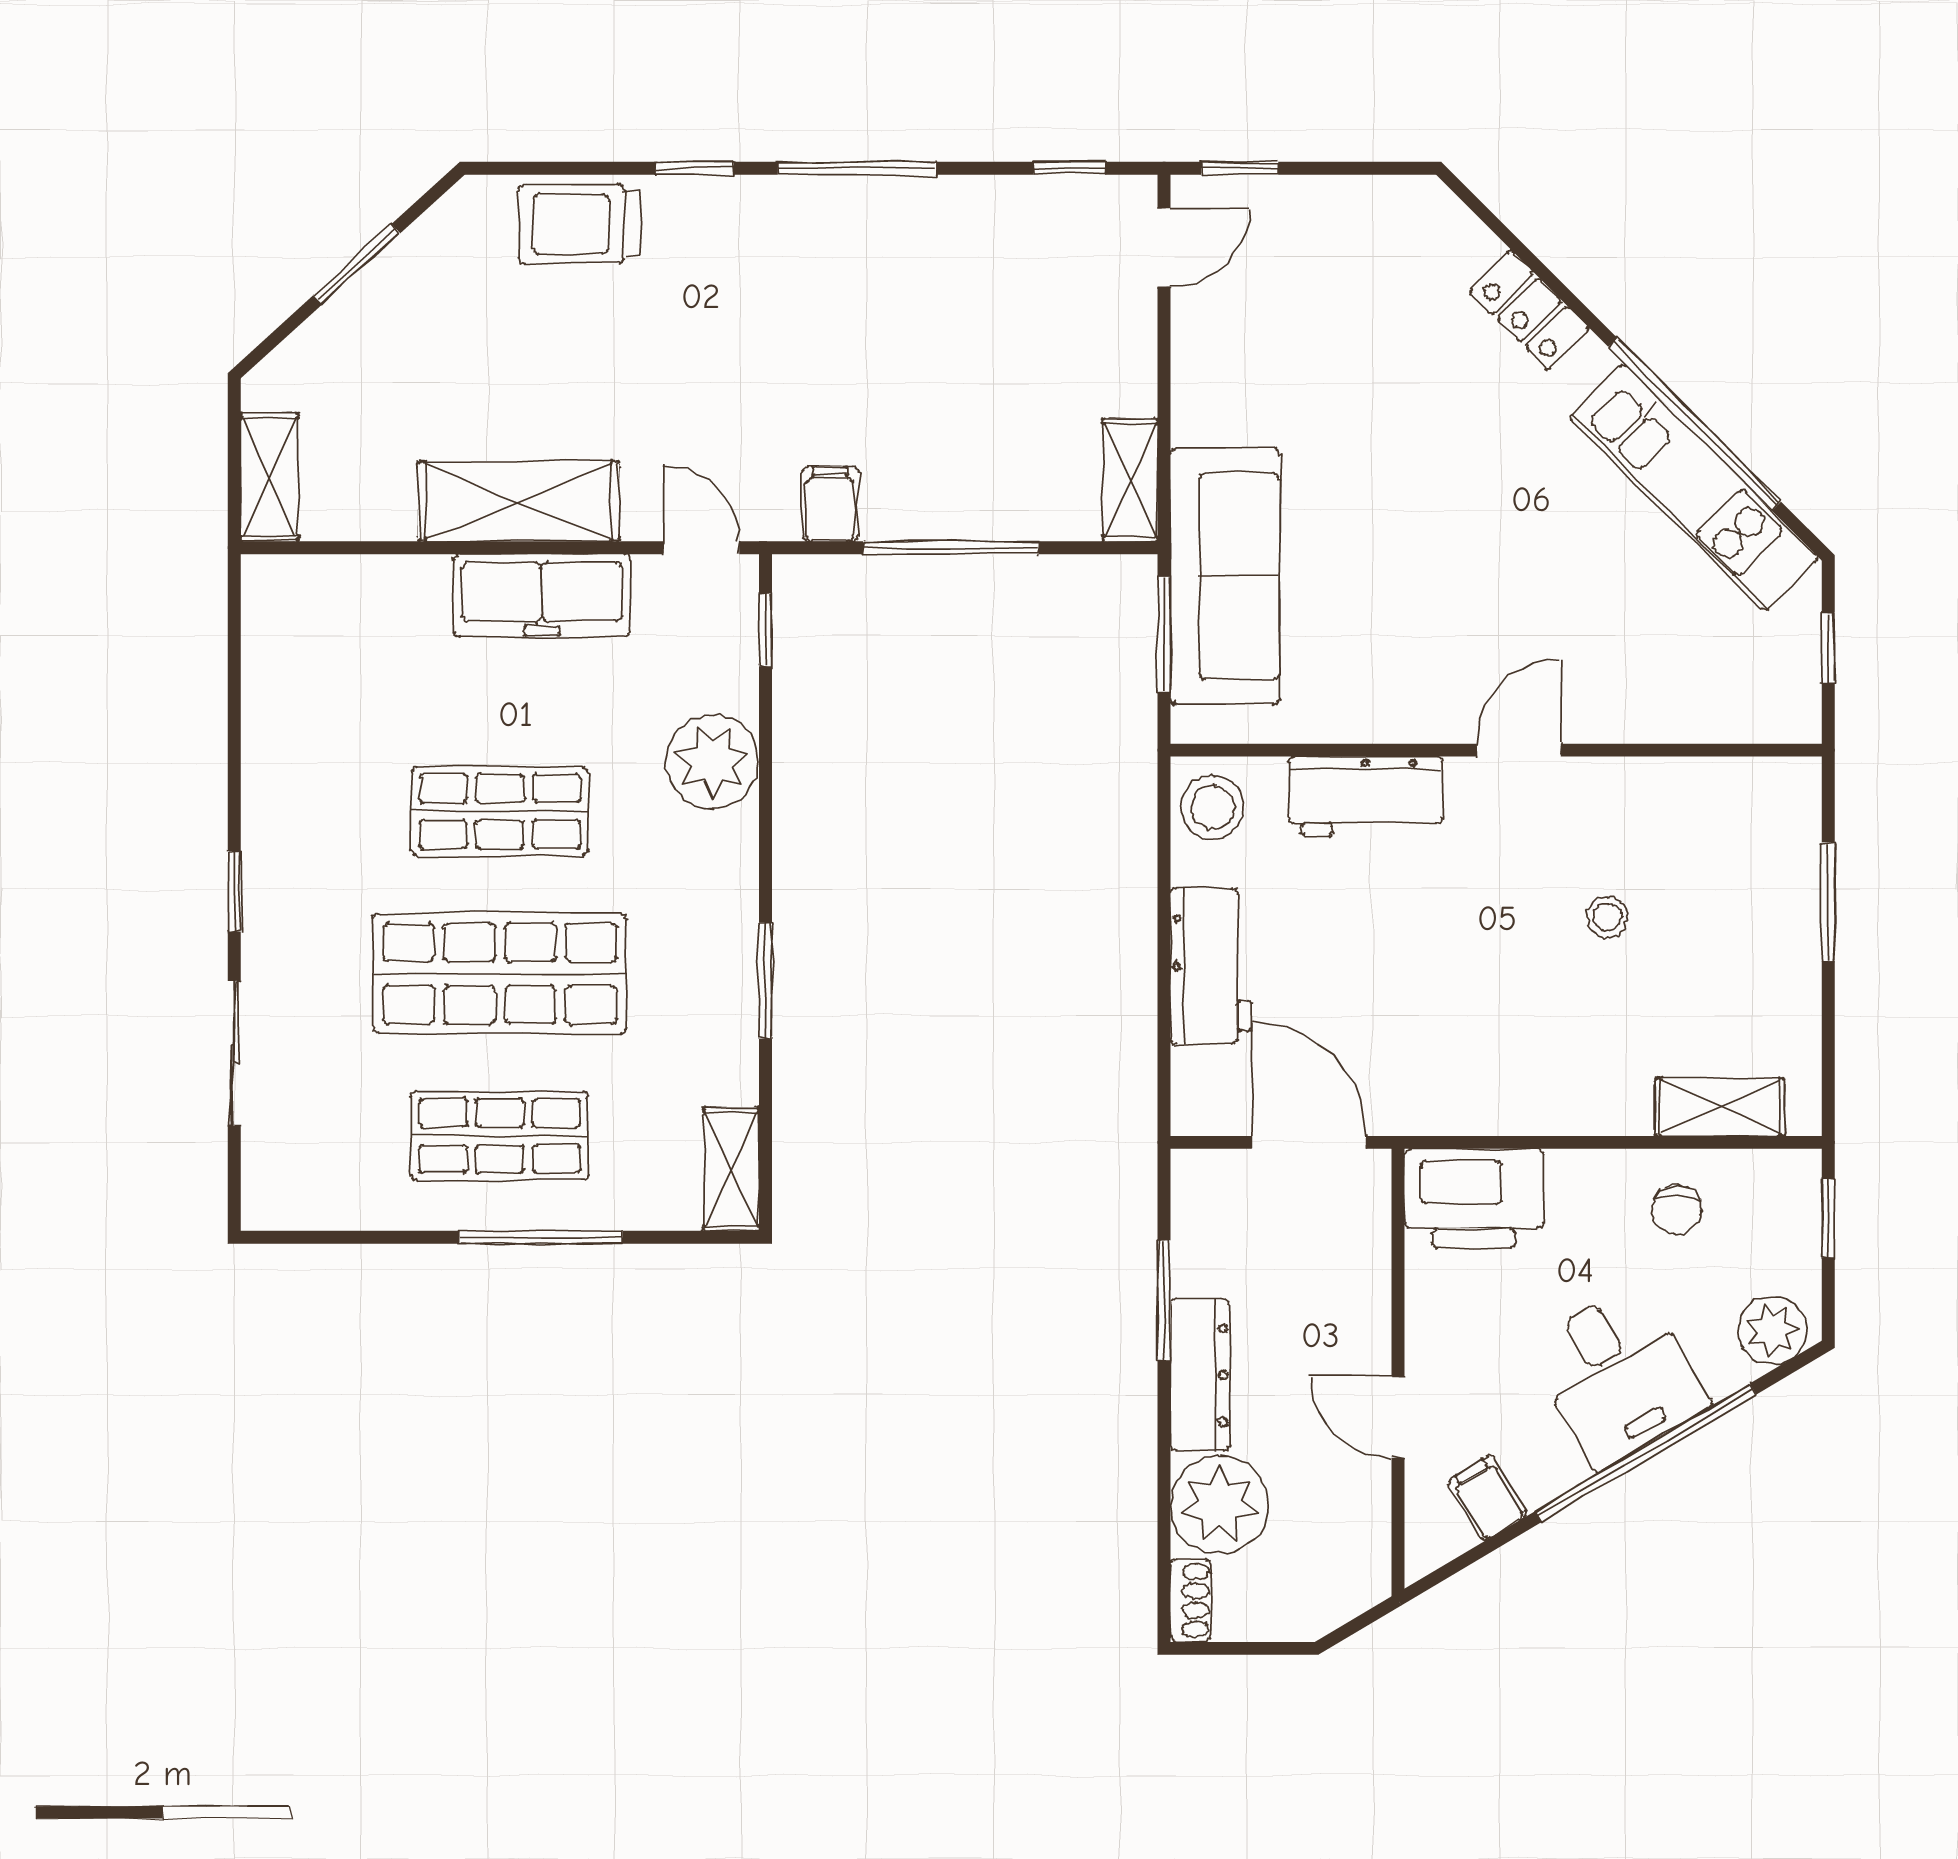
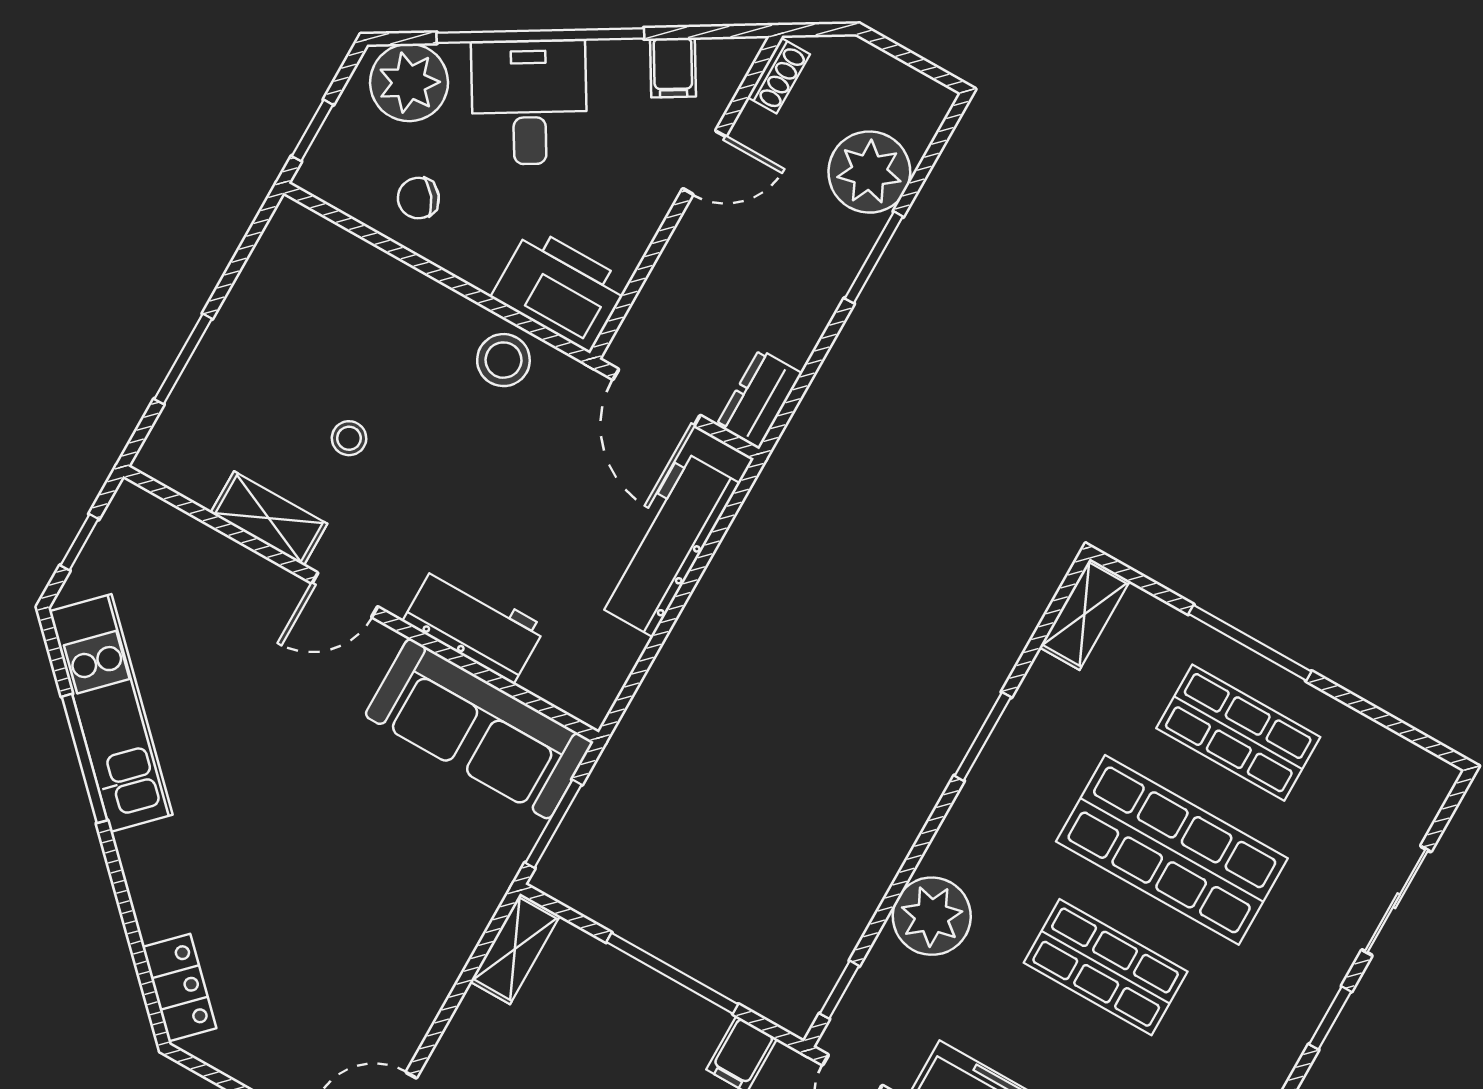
locker: (1529, 310) -> (179, 988), moved
window: (1695, 424) -> (84, 758), width x0.68
sofa: (1225, 576) -> (479, 729), moved, turned -90
stool: (1212, 807) -> (503, 360), moved
workbench: (1210, 966) -> (667, 544), width x1.38
shelving: (1720, 1107) -> (269, 518), moved
chair: (1677, 1210) -> (418, 198), turned -127
window: (1164, 1300) -> (874, 257), moved
plant: (1772, 1330) -> (409, 82), width x1.36, depth x1.36
dresser: (1200, 1375) -> (759, 399), moved, width x0.70
door: (1398, 1417) -> (704, 163), hinge flipped
shoe rack: (1190, 1600) -> (779, 76), moved, turned 180

